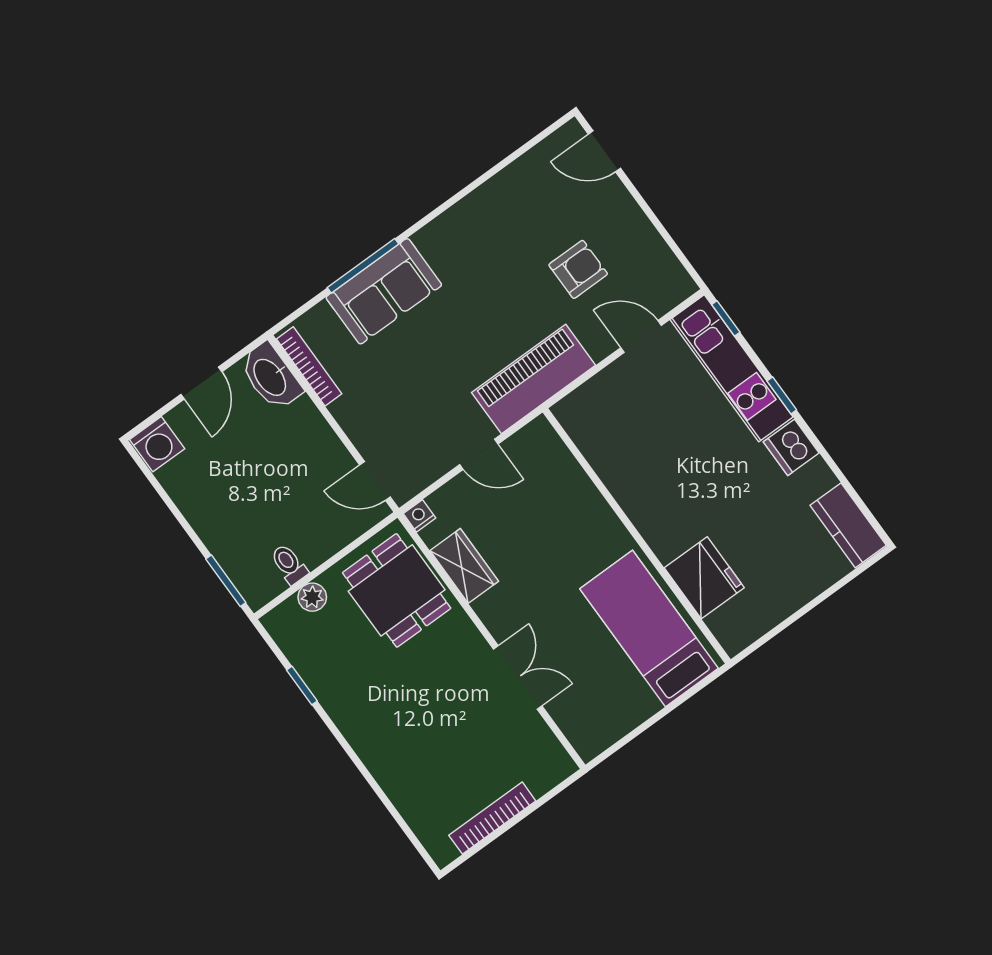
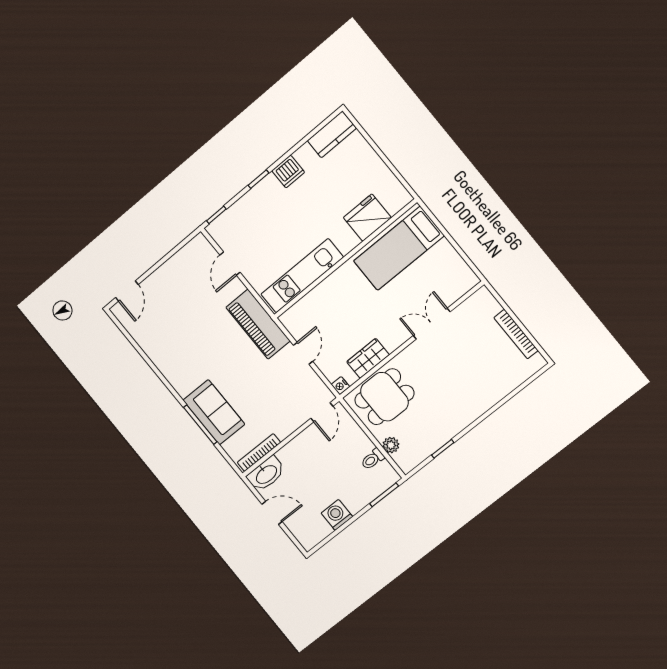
armchair: (578, 269) -> (194, 302), removed
kitchen unit: (732, 368) -> (302, 276), moved, turned 180
washing machine: (157, 444) -> (337, 515), moved, turned -90

